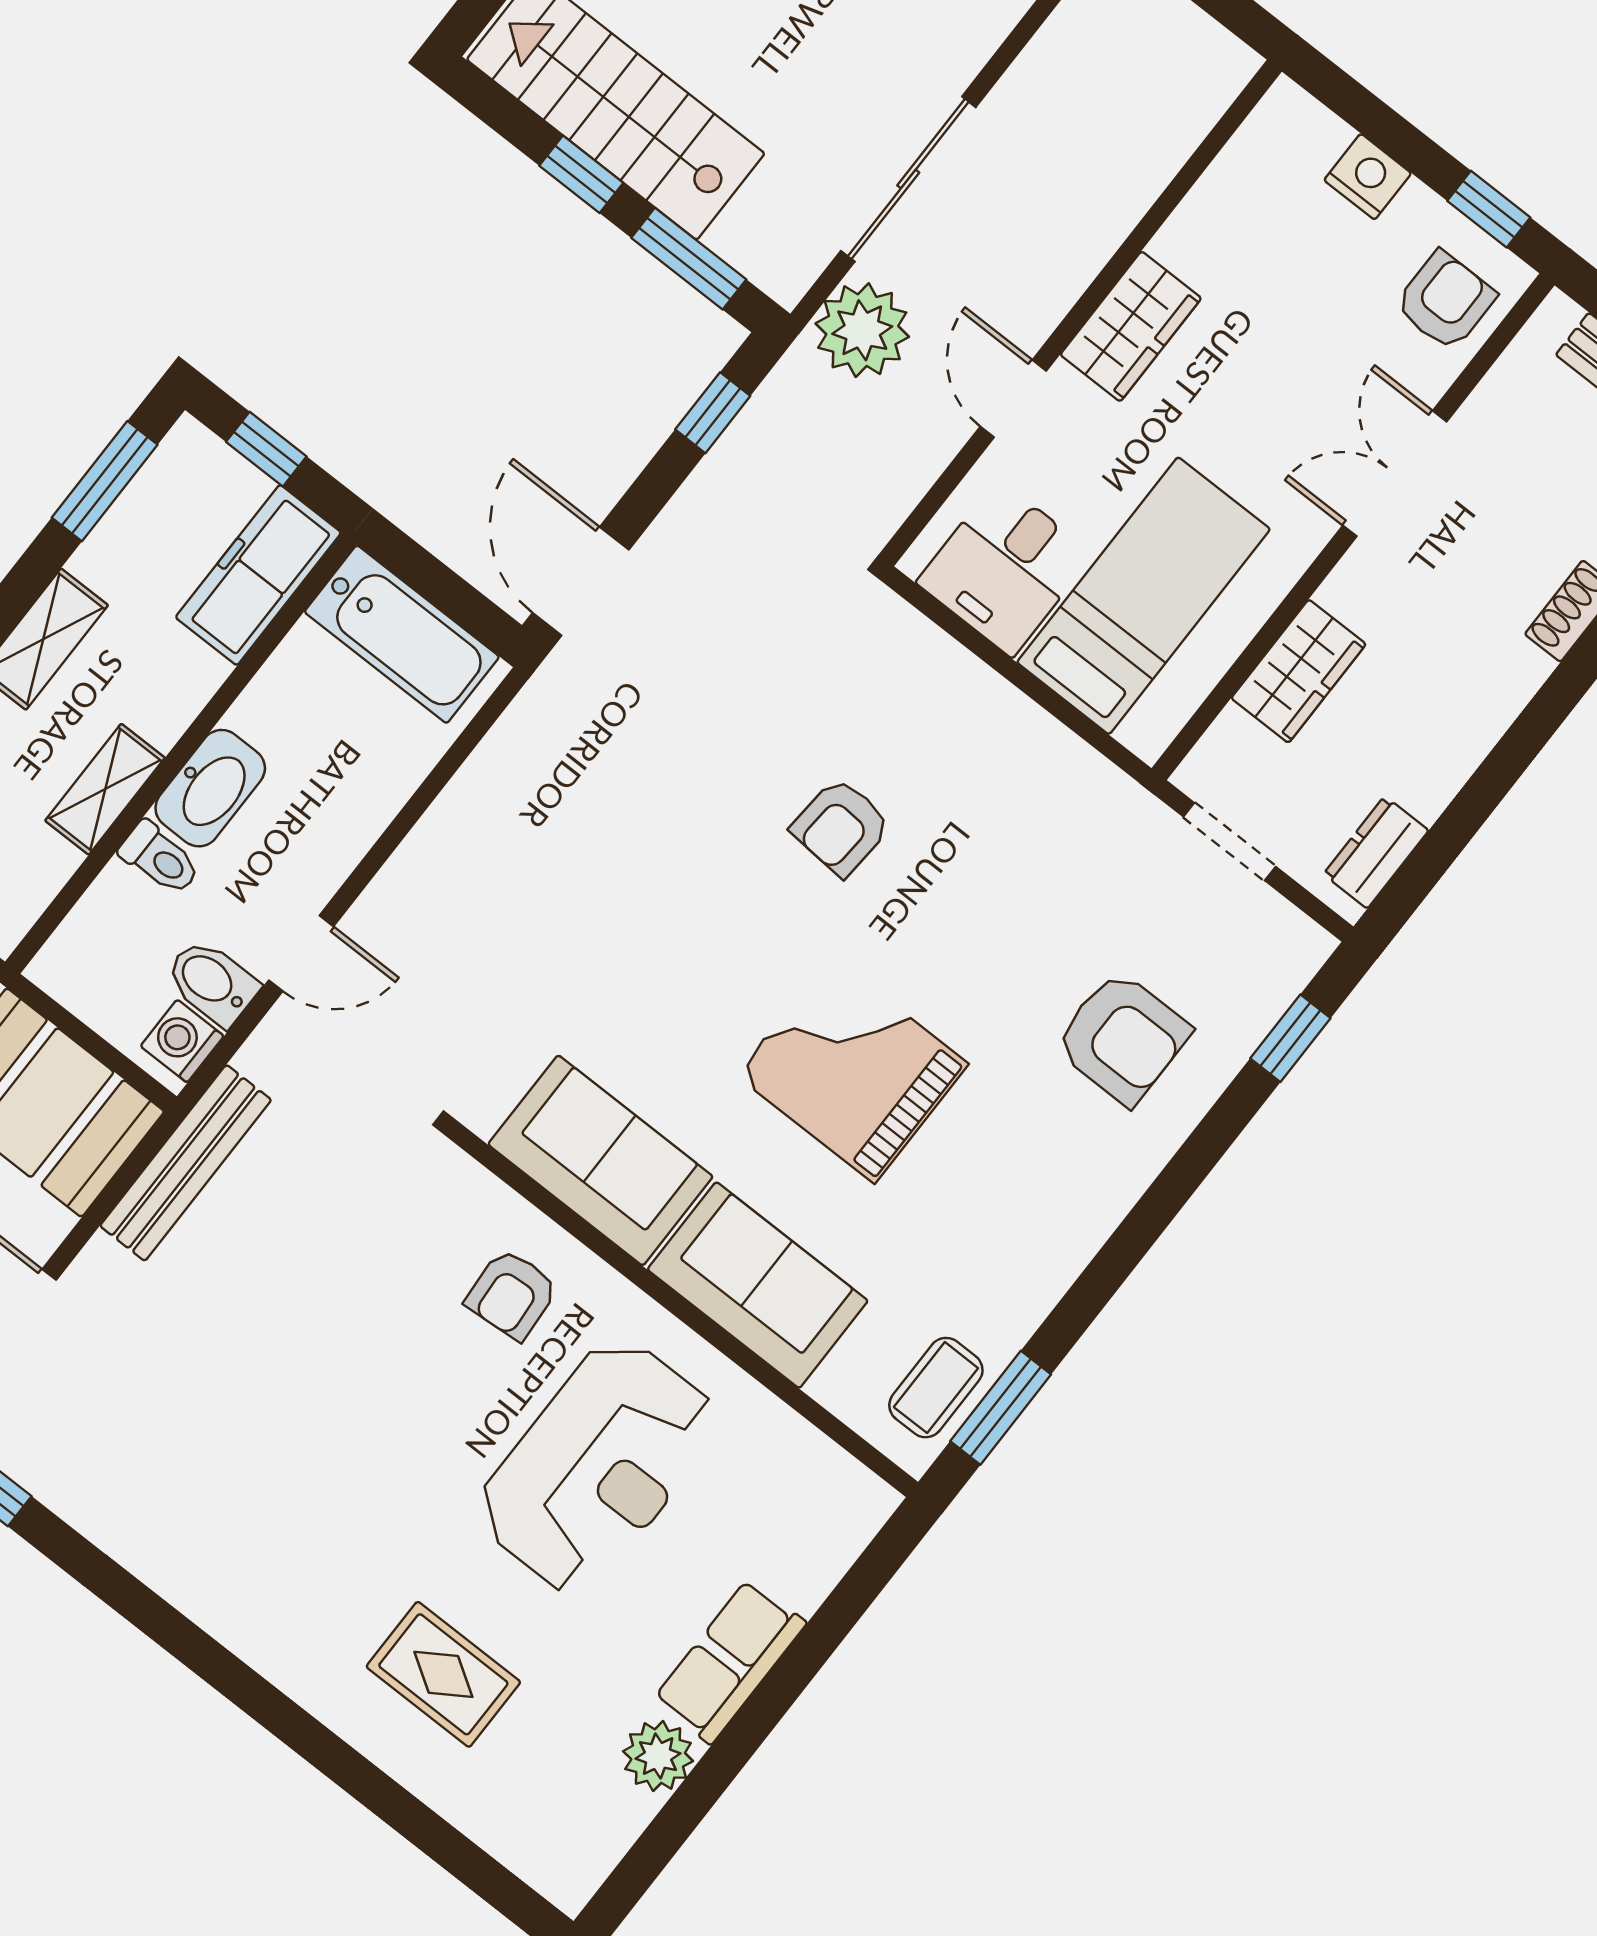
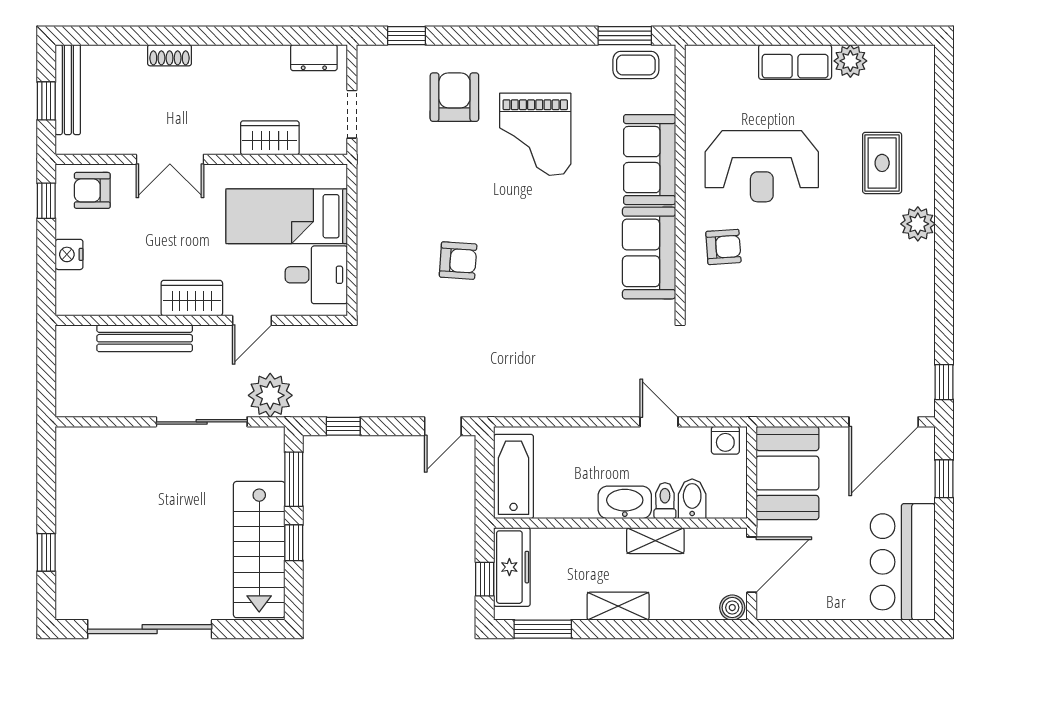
freezer: (258, 575) -> (512, 567), moved, turned -90
door: (581, 581) -> (443, 426), width x0.73
bidet: (212, 982) -> (692, 499), moved, turned 180
grand piano: (852, 1070) -> (535, 134), moved
bench: (186, 1163) -> (145, 338), moved
reception desk: (598, 1466) -> (762, 166), turned 180
plant: (293, 1654) -> (918, 224), added

